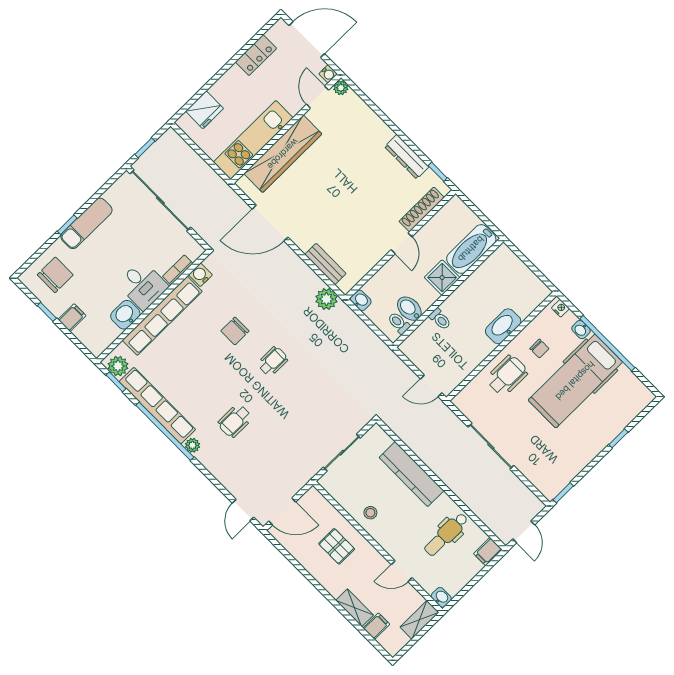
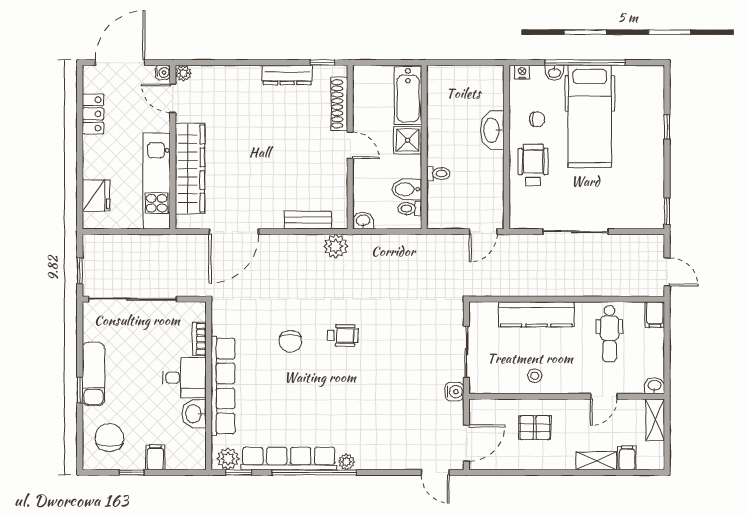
water cooler: (200, 275) -> (454, 392), moved, turned 180
wheelchair: (273, 361) -> (343, 335), turned 91
wheelchair: (235, 421) -> (360, 410), removed

